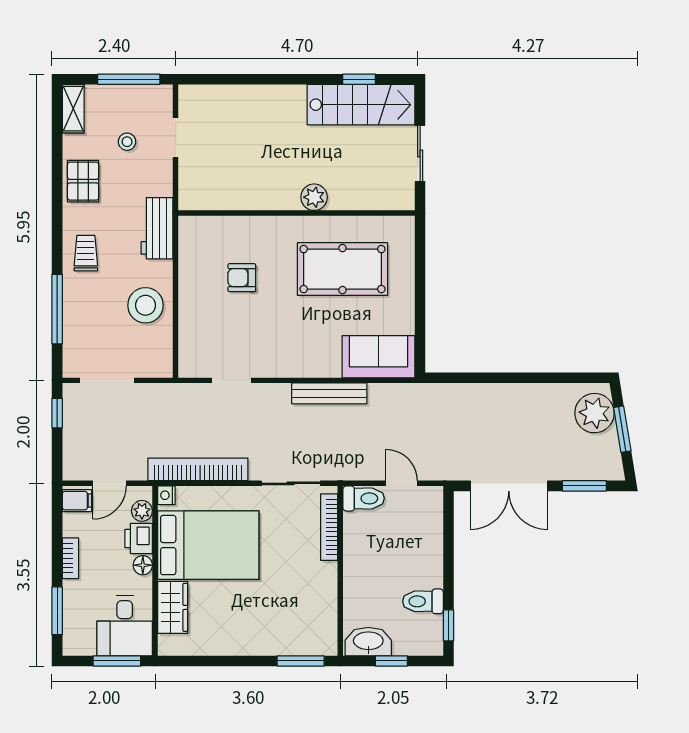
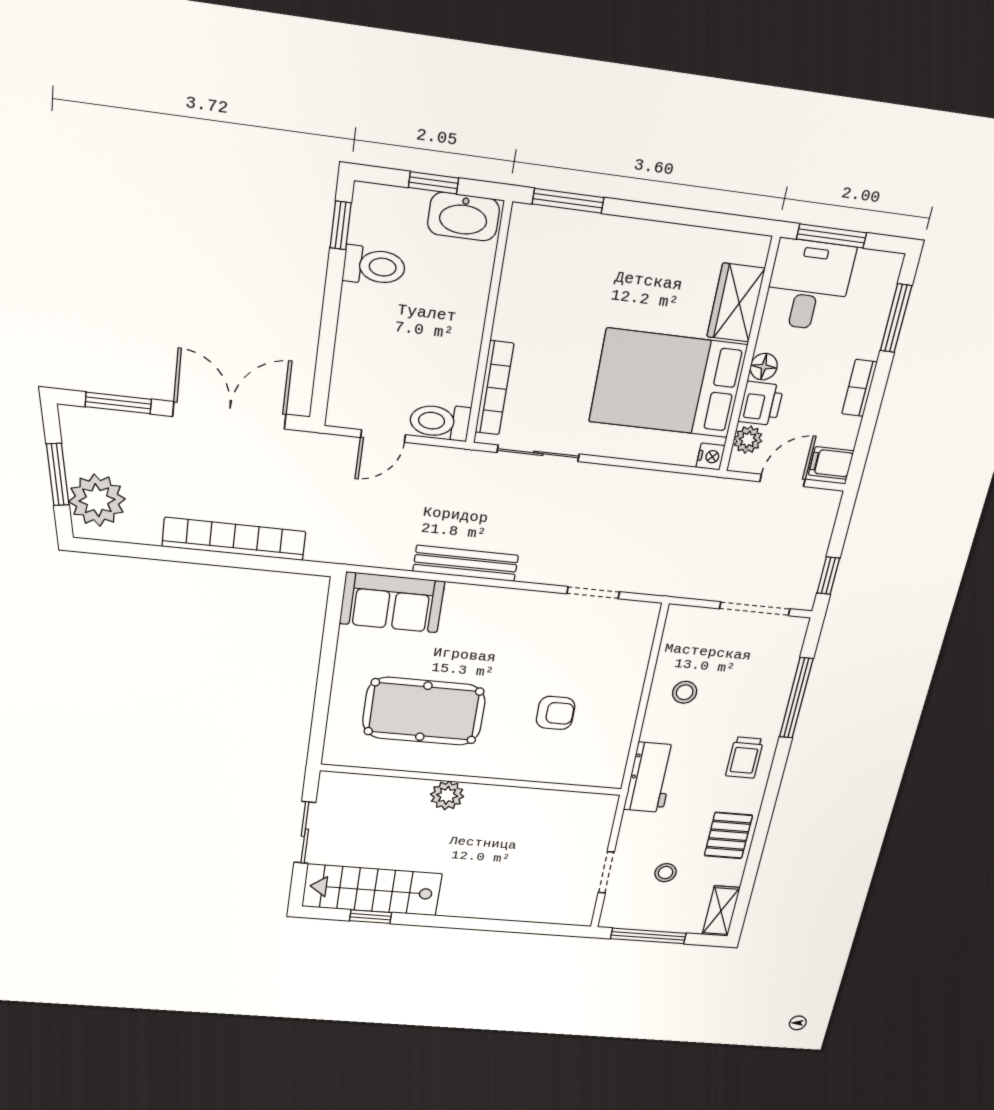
stool: (145, 305) -> (685, 692), width x0.53, depth x0.53
bookcase: (198, 469) -> (234, 539), moved, turned 180
door: (402, 483) -> (383, 436), hinge flipped

